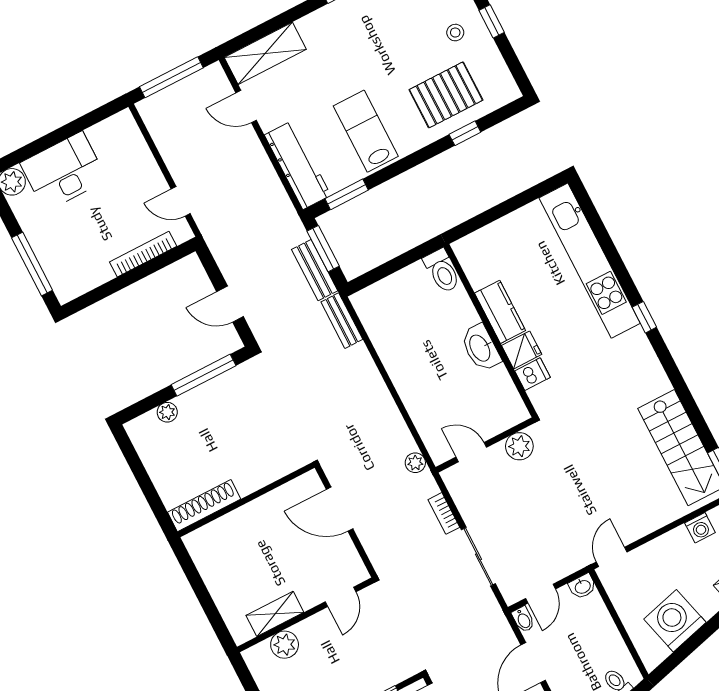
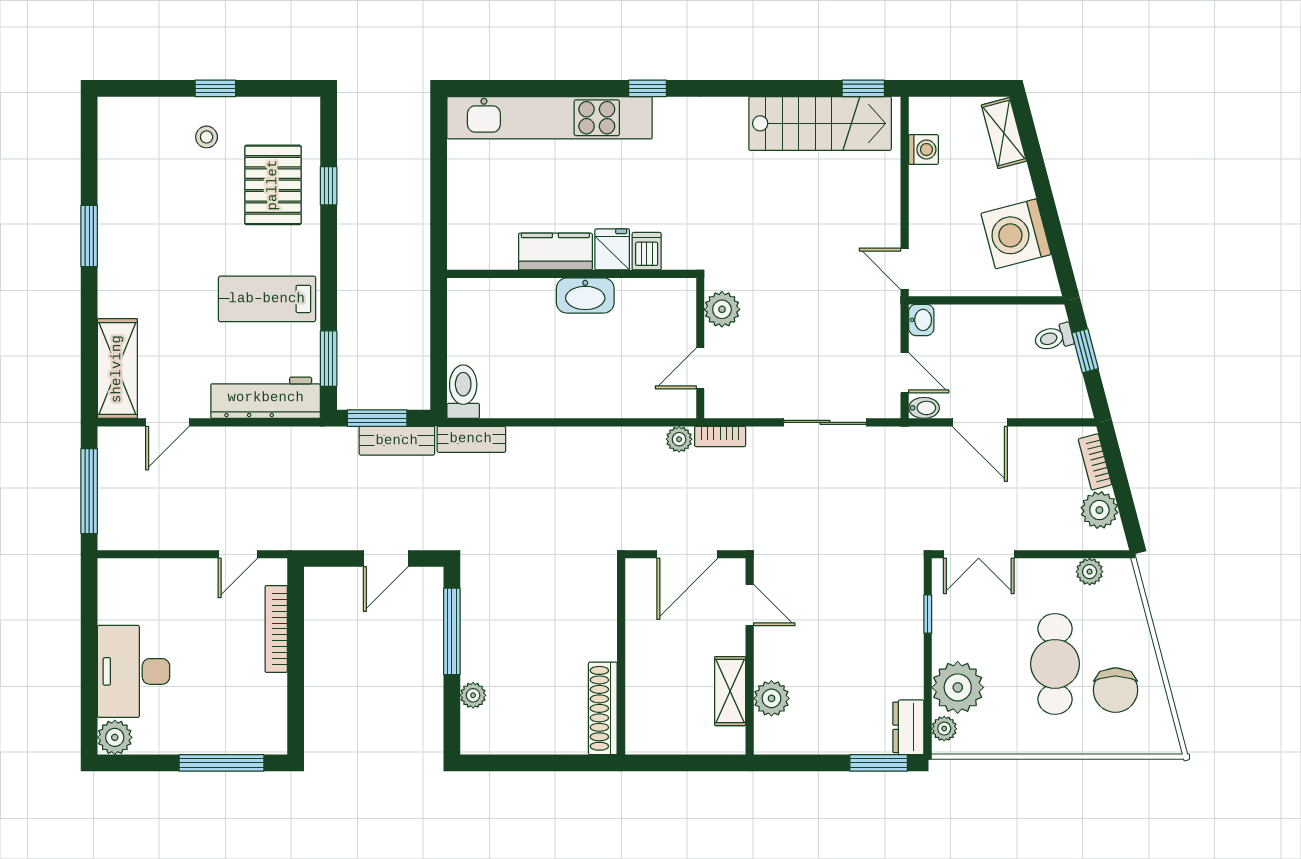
toilet: (442, 271) -> (463, 392), moved, turned -90
bookcase: (444, 513) -> (720, 436), moved
door: (341, 597) -> (750, 605), moved
shelving: (275, 614) -> (730, 691), moved
wall: (306, 615) -> (750, 656), moved
plant: (285, 645) -> (771, 698), moved

